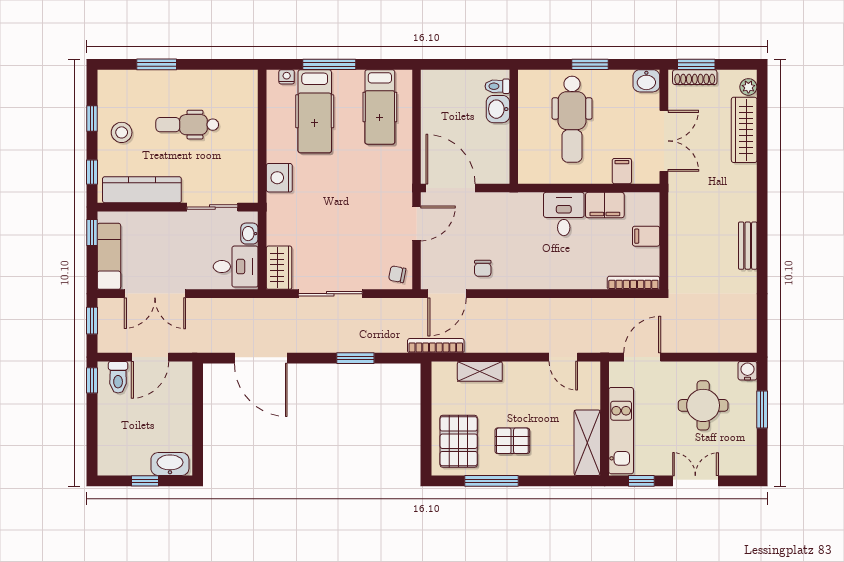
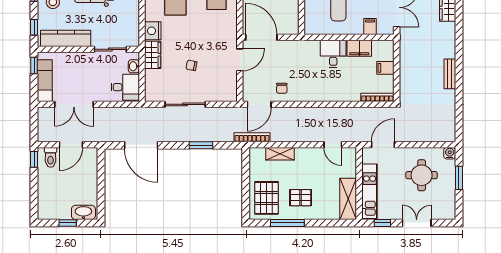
wardrobe: (279, 268) -> (153, 55), moved
chair: (397, 274) -> (191, 65), moved
window: (92, 321) -> (34, 121), removed

